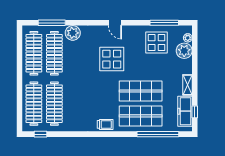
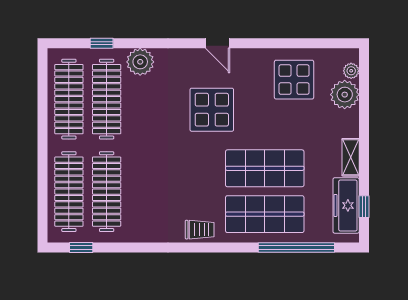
window: (52, 23) -> (102, 43), width x0.46
window: (164, 23) -> (308, 43), removed

